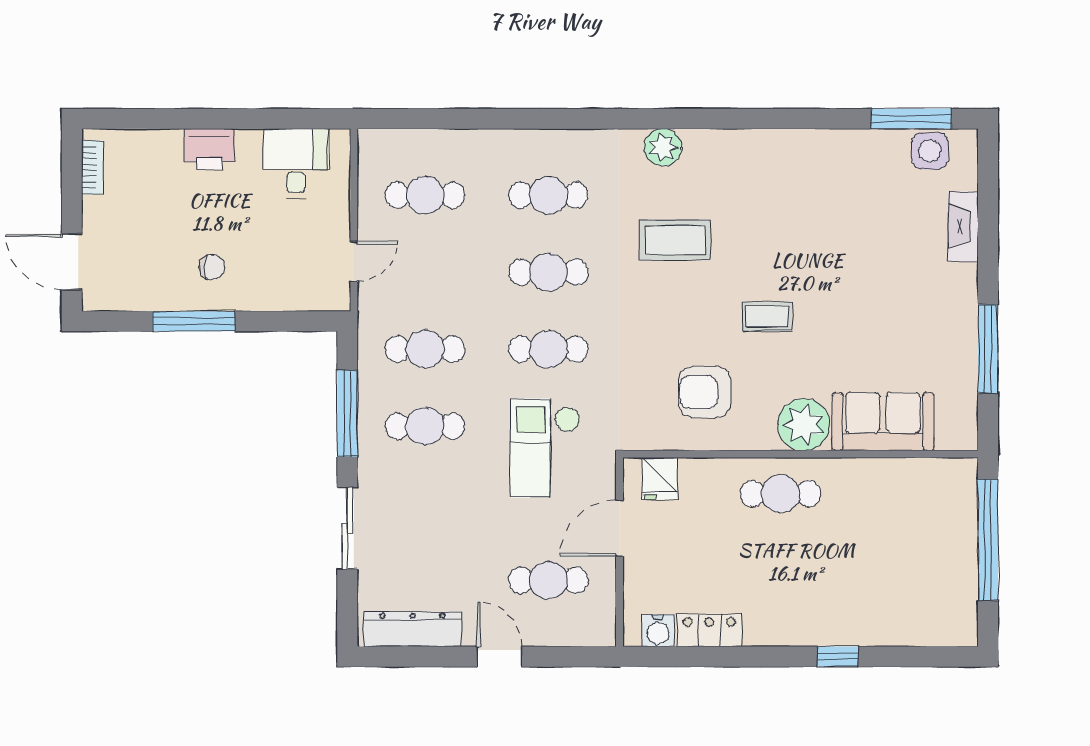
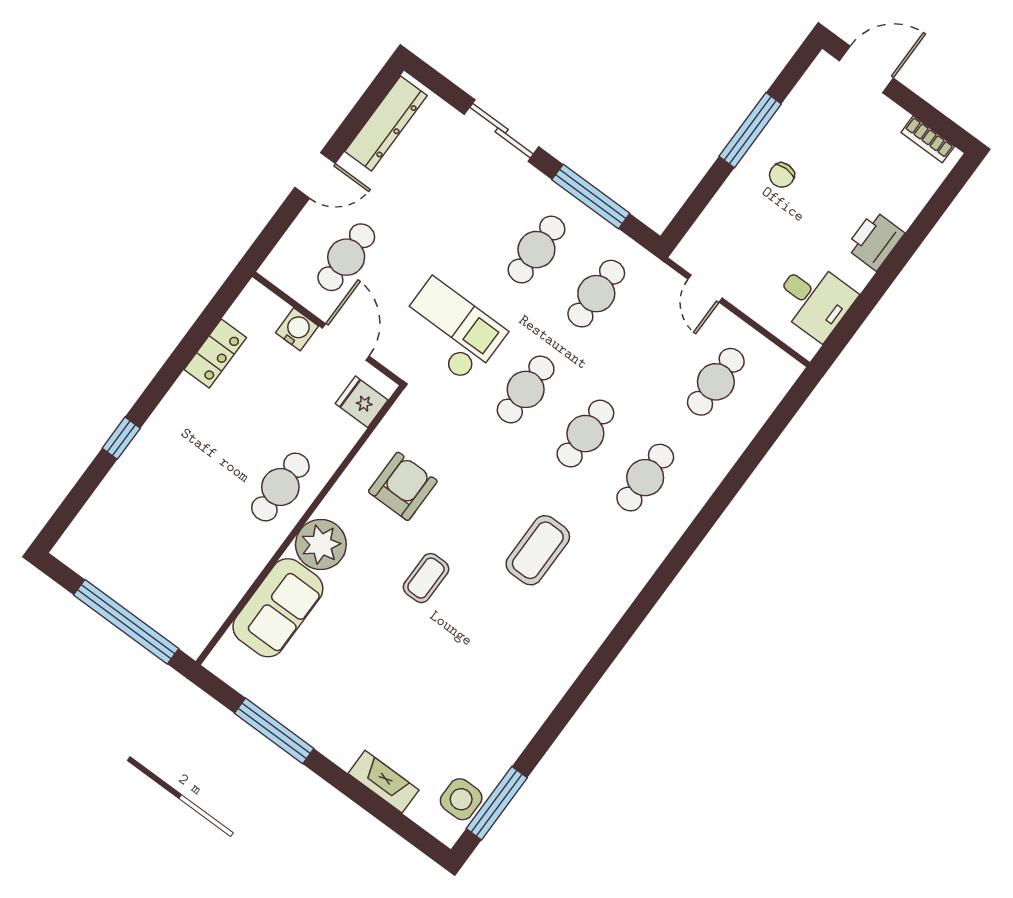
plant: (663, 147) -> (617, 594), removed
water cooler: (658, 631) -> (297, 329), moved, turned 90

